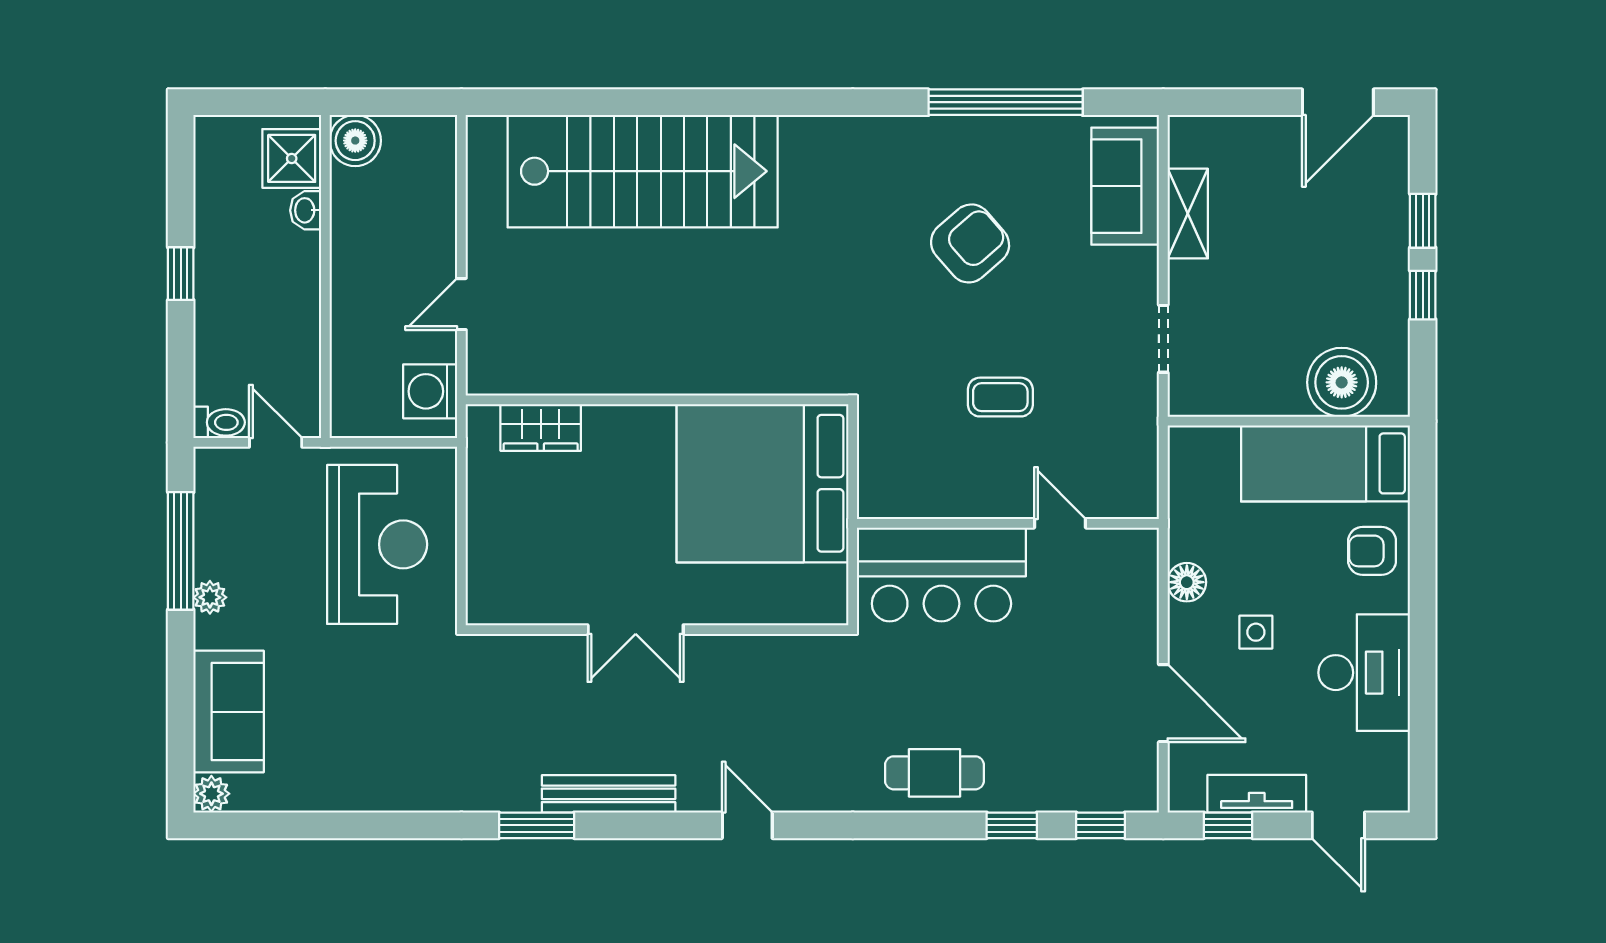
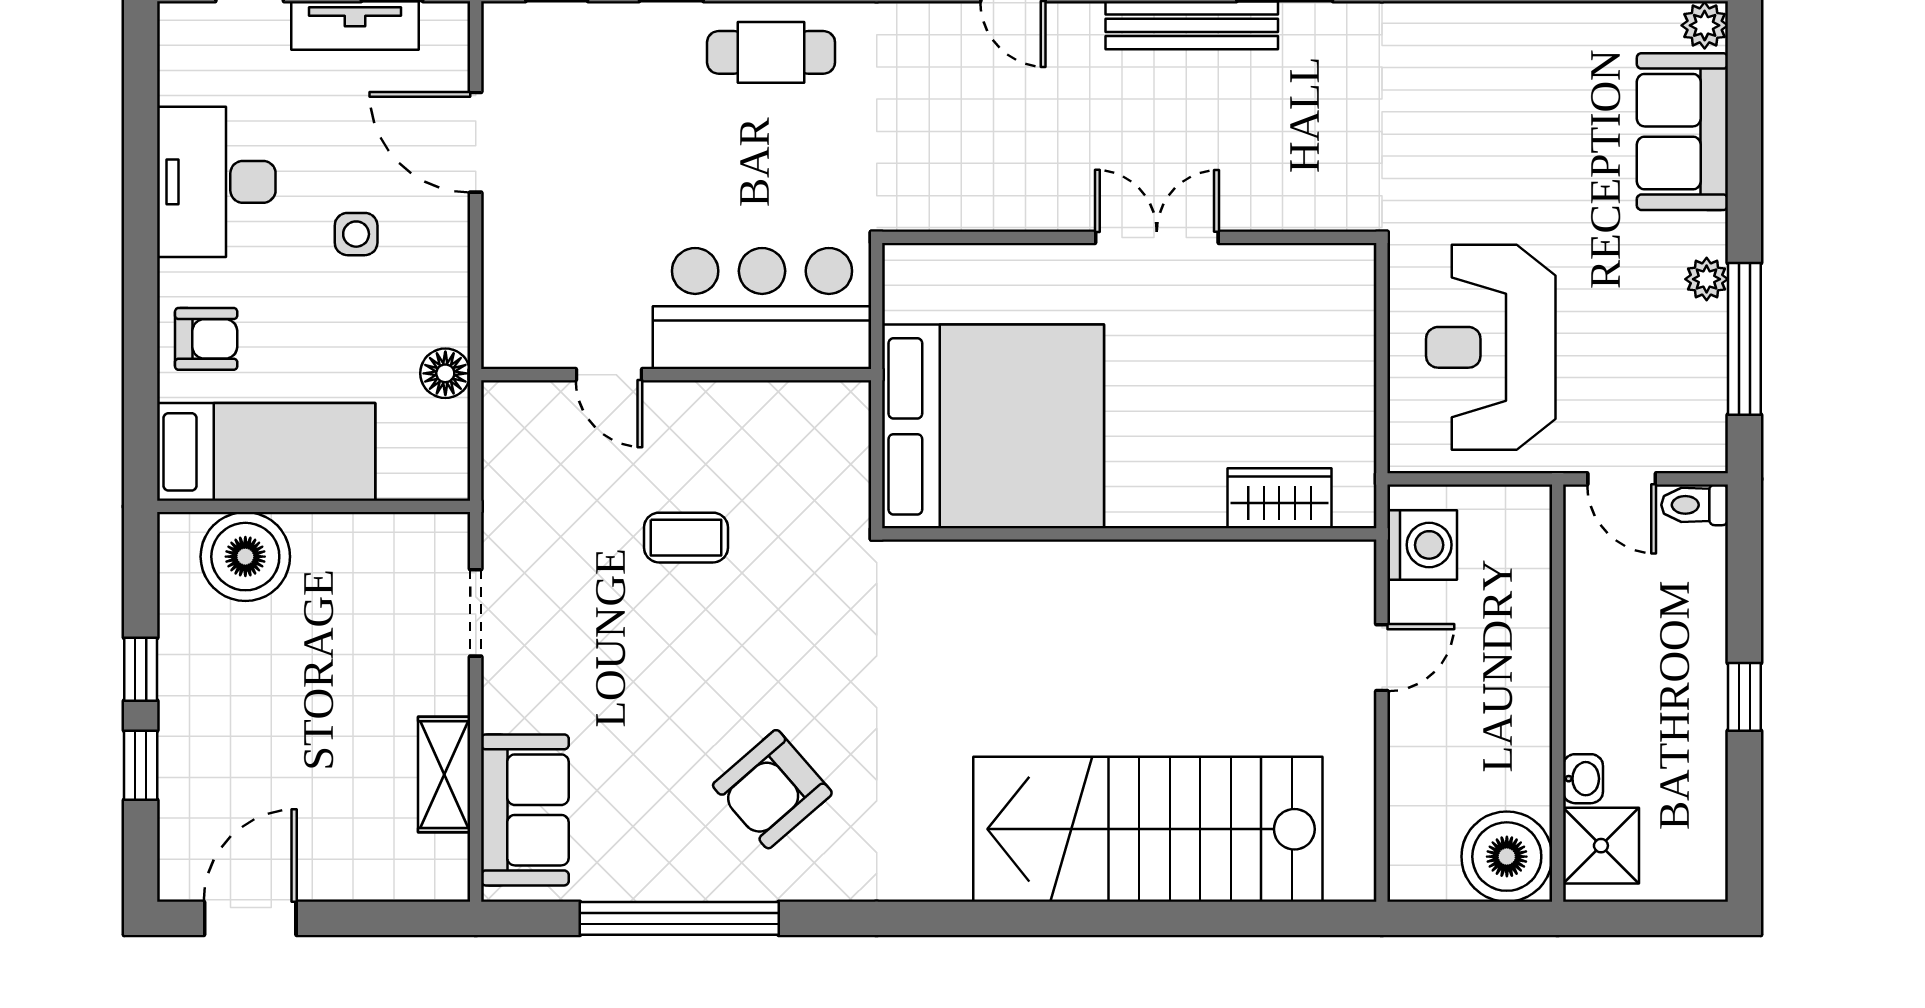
boiler: (355, 141) -> (1507, 857), width x1.37, depth x1.37
armchair: (970, 243) -> (772, 789), moved
floor lamp: (1187, 582) -> (445, 373), moved

